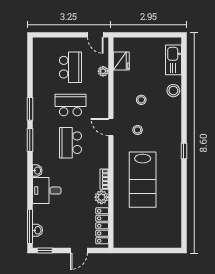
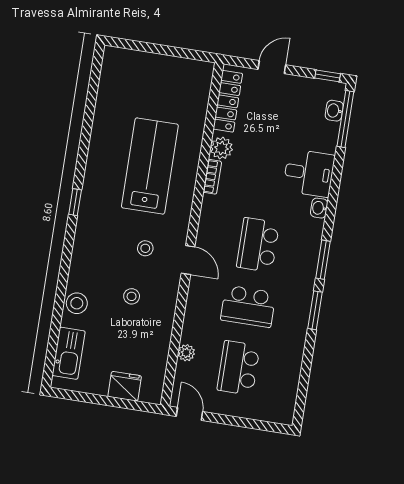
fridge: (121, 61) -> (125, 386), moved, turned 90
school desk: (70, 143) -> (258, 245), turned 180

